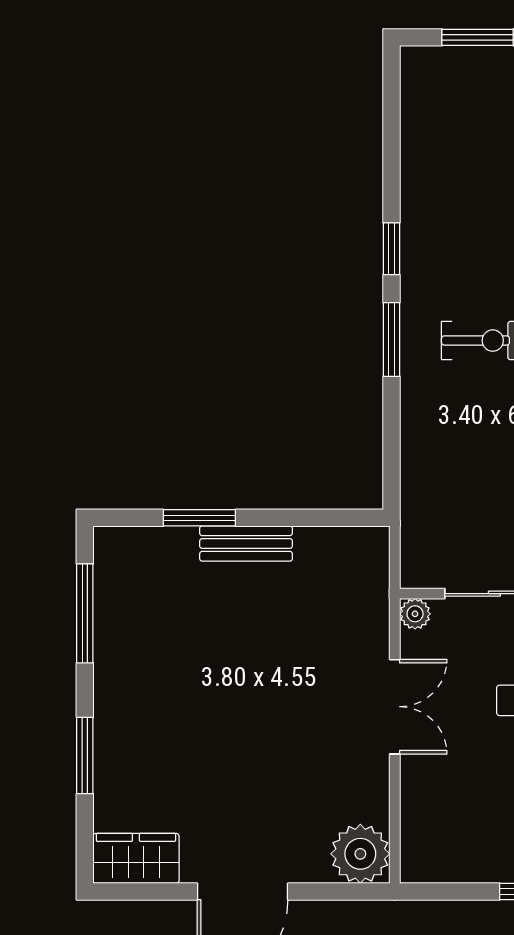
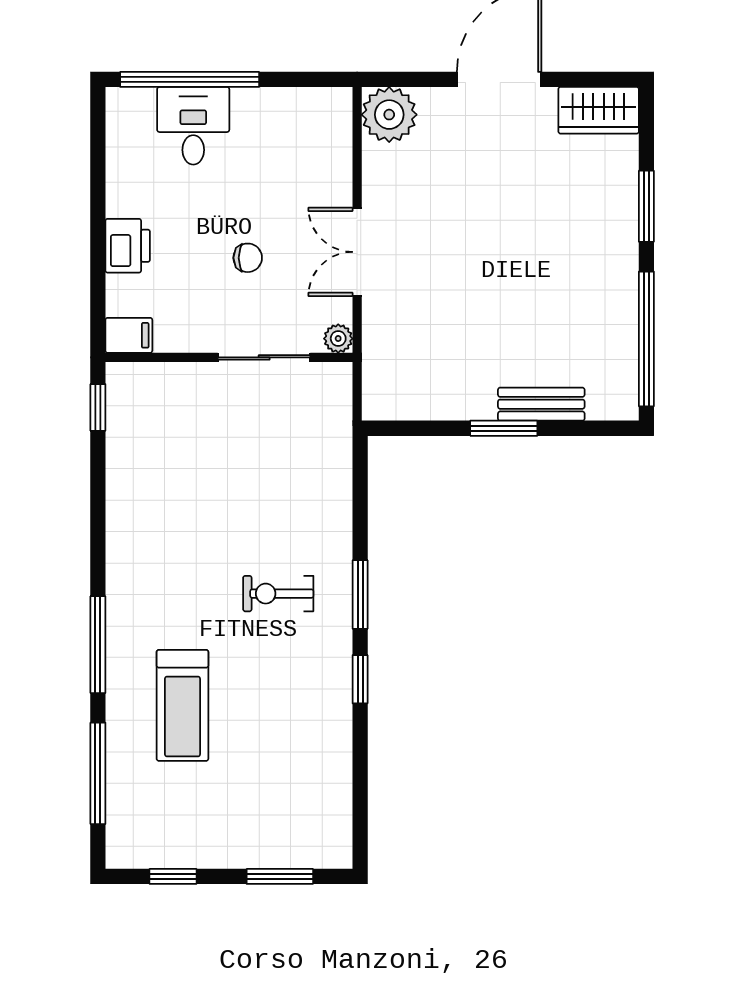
window: (199, 518) -> (504, 428), moved
bench: (246, 544) -> (541, 404), moved
window: (85, 613) -> (646, 339), width x1.46

